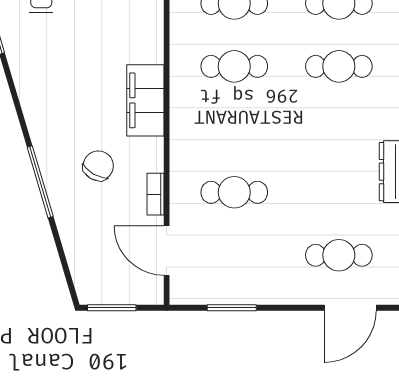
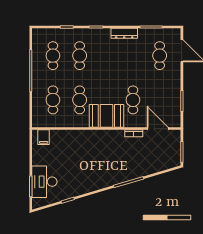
filing cabinet: (145, 100) -> (94, 138), removed
booth: (197, 130) -> (106, 116), added
chair: (98, 166) -> (122, 158), removed
door: (167, 251) -> (158, 129), swing flipped

